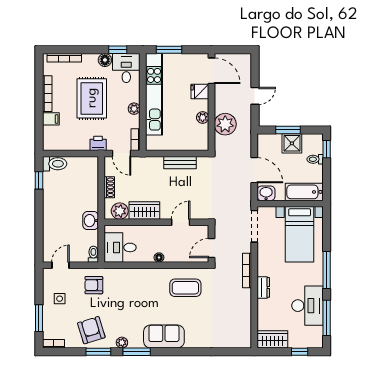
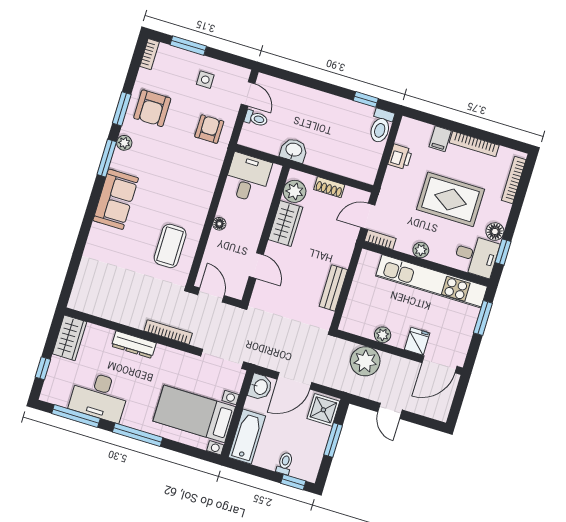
printer: (98, 143) -> (400, 157), moved
shower: (292, 143) -> (323, 410), moved
toilet: (93, 254) -> (256, 118), moved
dresser: (263, 287) -> (134, 345), width x1.44
armchair: (91, 330) -> (152, 108), turned 107

